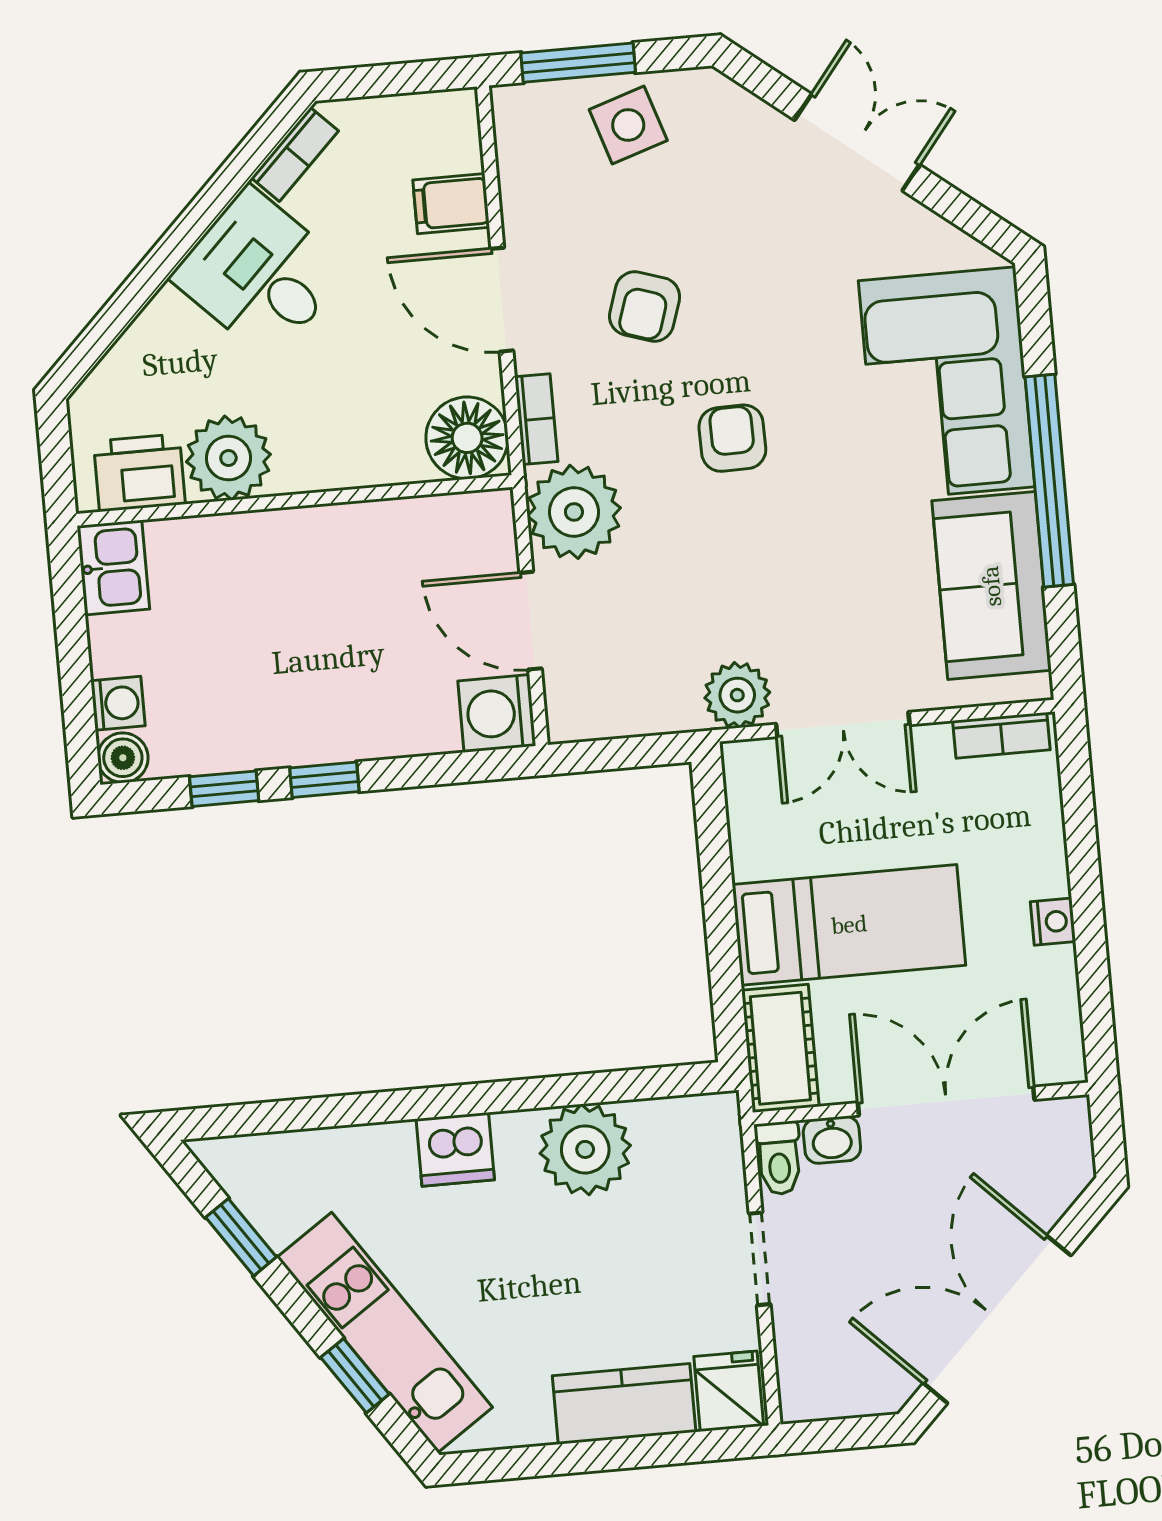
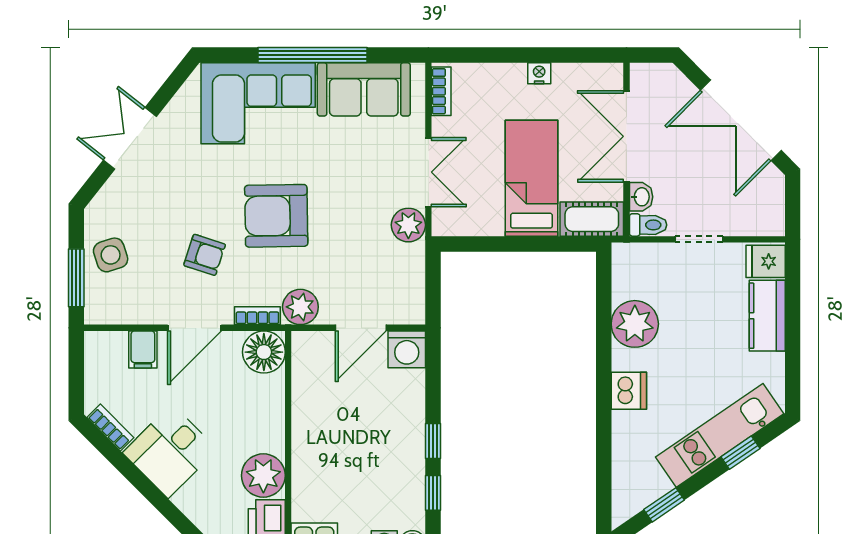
armchair: (732, 438) -> (276, 216), width x1.88, depth x1.88
plant: (574, 512) -> (300, 307), width x0.73, depth x0.73

